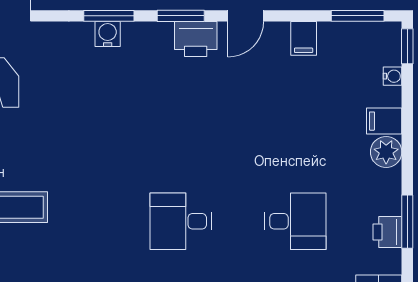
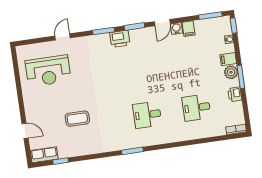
water cooler: (108, 34) -> (176, 28), moved
printer: (196, 39) -> (120, 39), moved
desk: (295, 221) -> (196, 108), turned 180
window: (407, 222) -> (241, 77), moved
printer: (387, 232) -> (235, 94), moved

